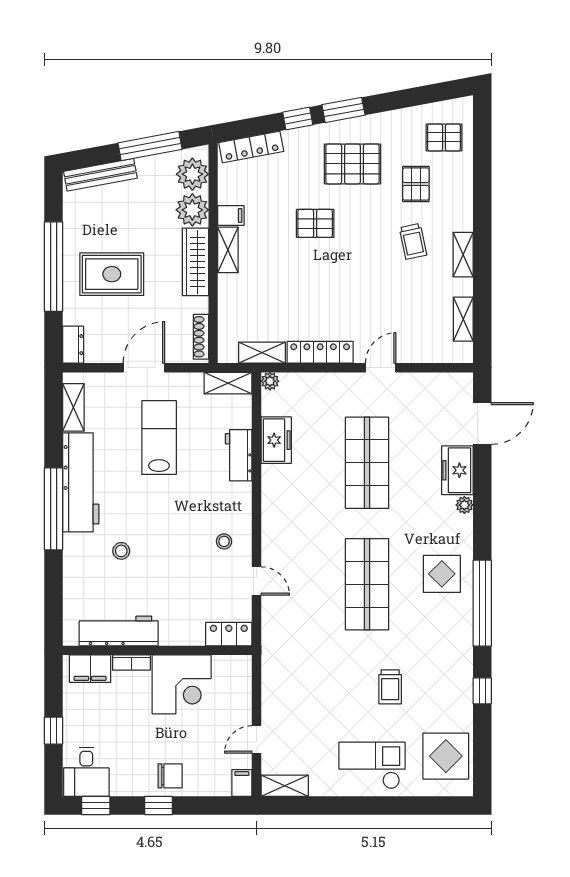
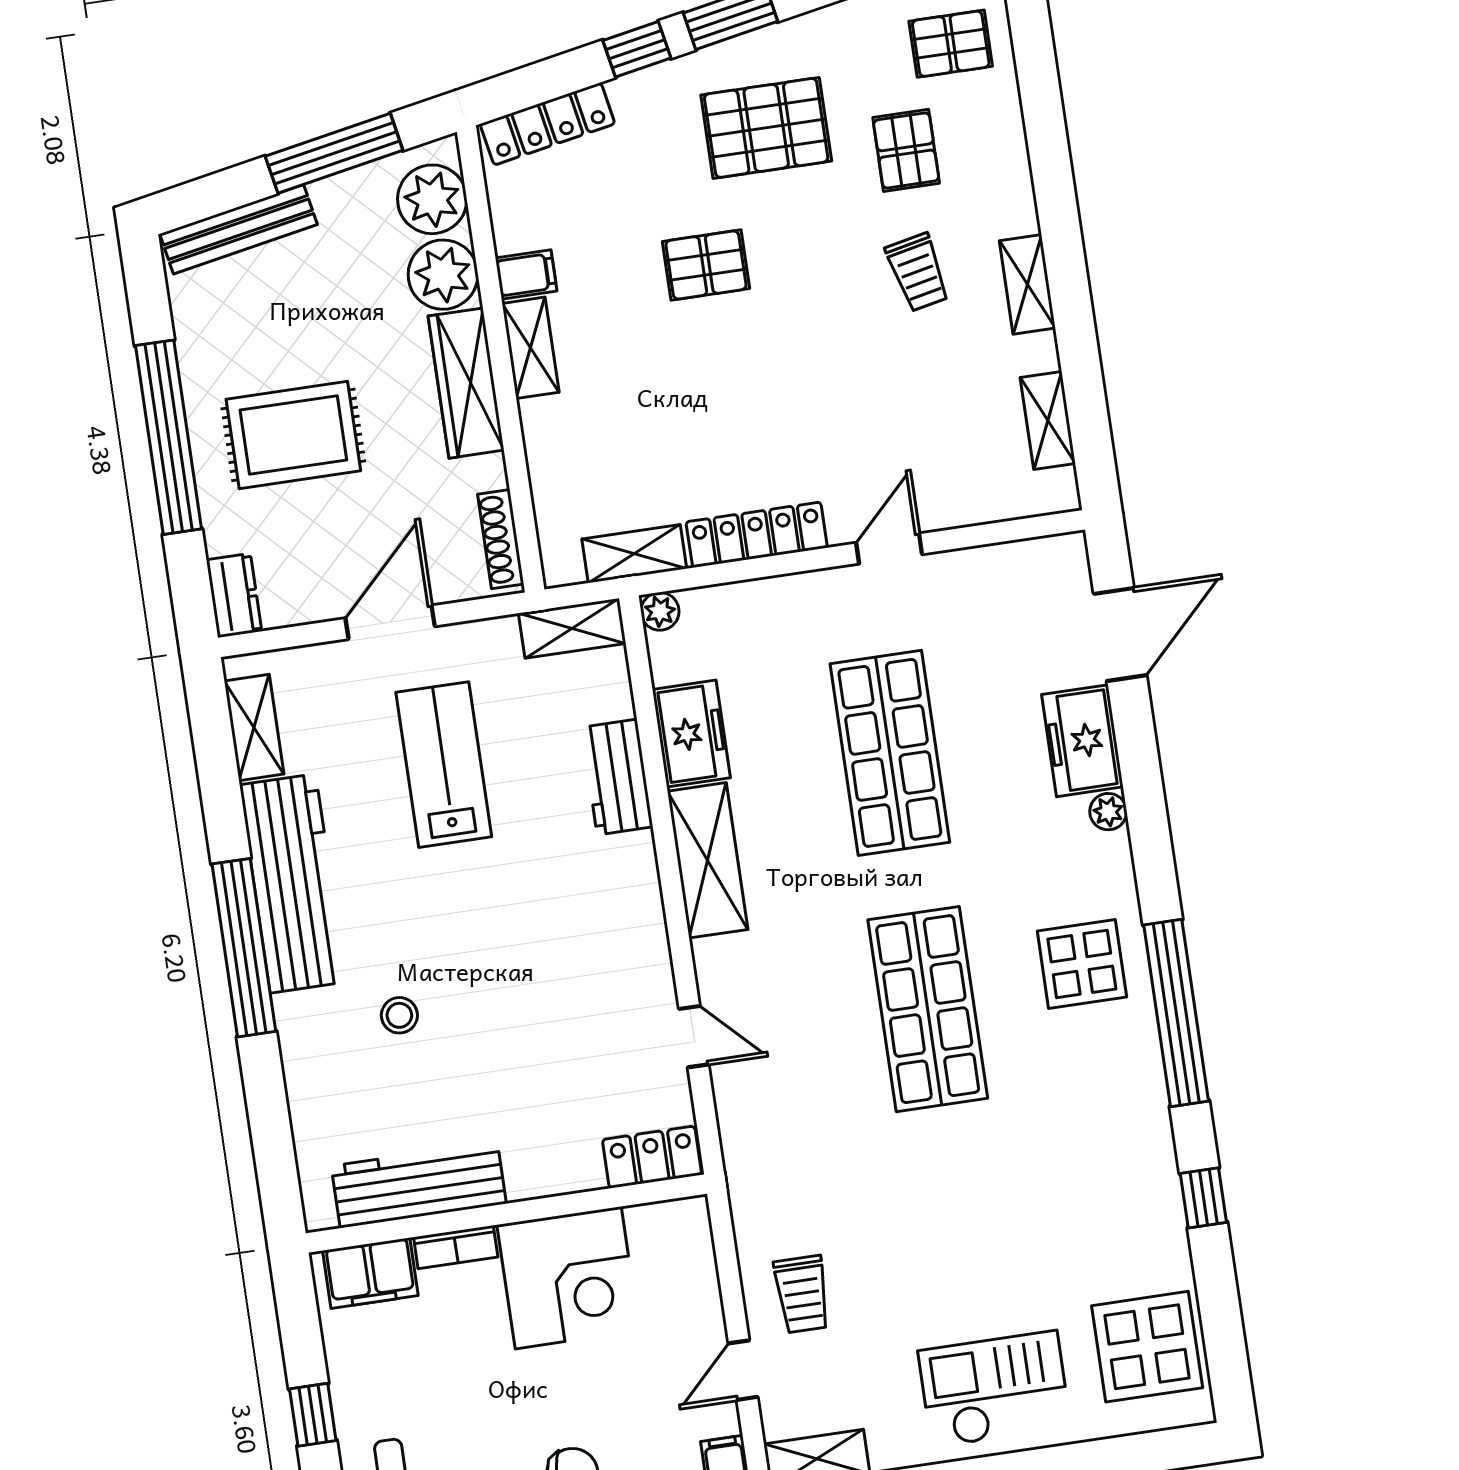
shelving: (275, 500) -> (708, 860), added
stool: (224, 541) -> (613, 963), removed
trolley: (390, 687) -> (802, 1294), moved

